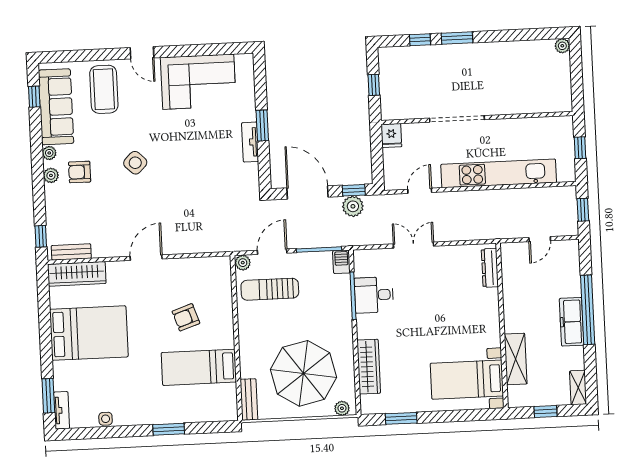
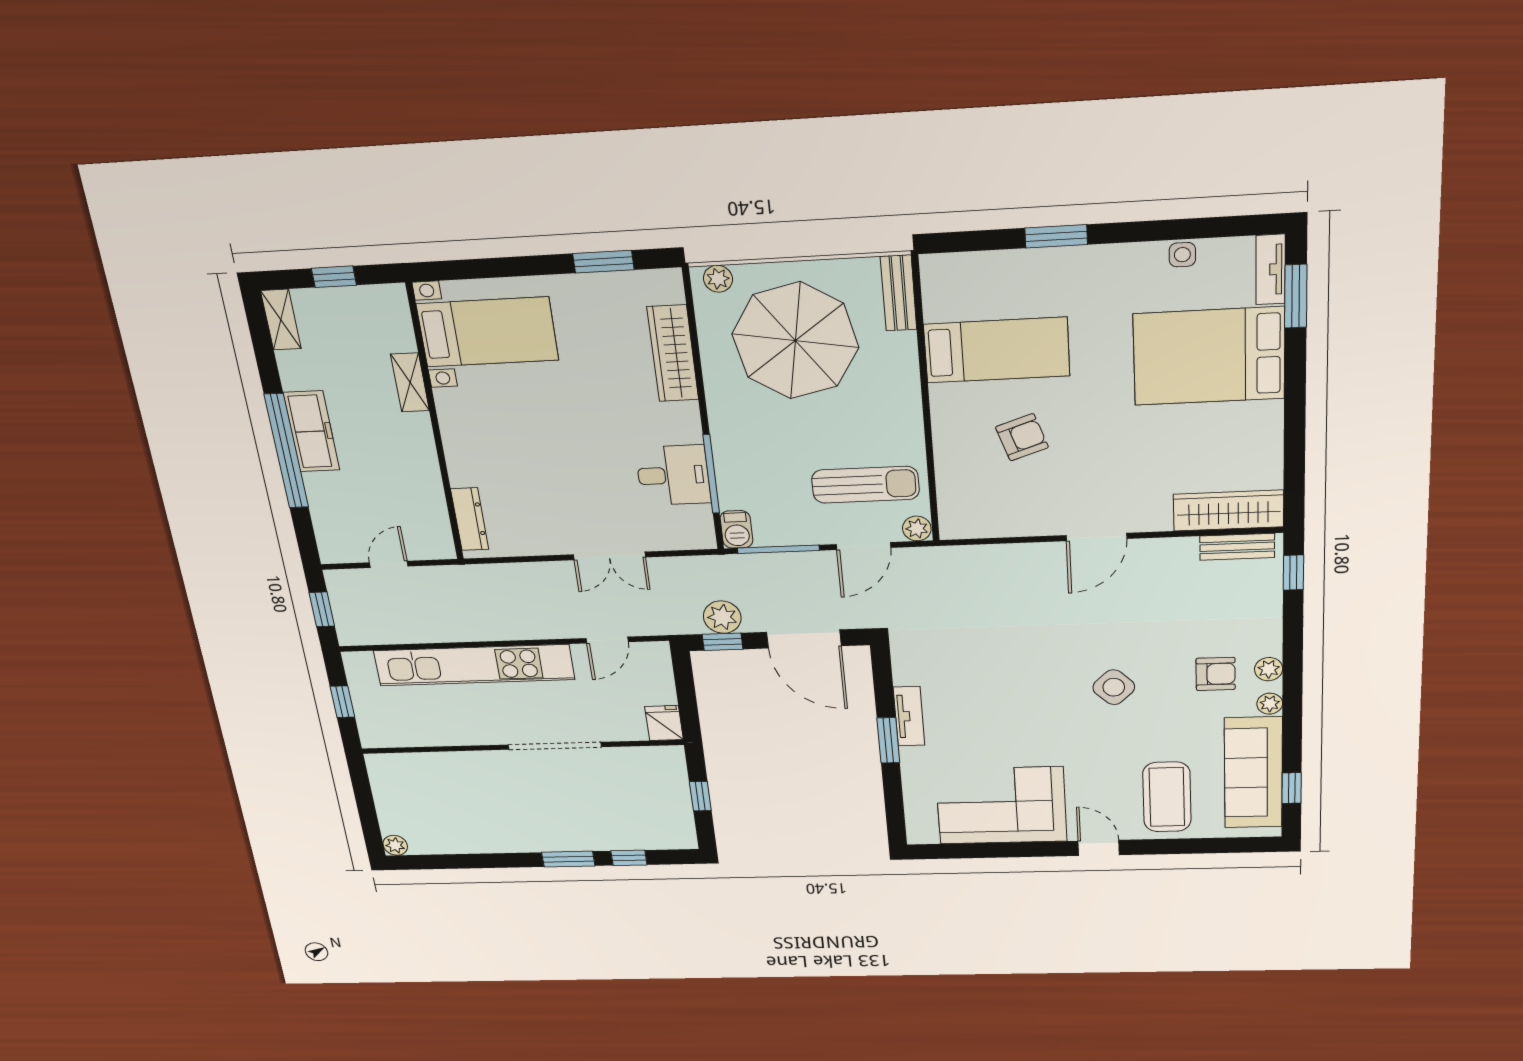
bed: (89, 333) -> (1209, 356), moved
shelving: (516, 359) -> (410, 382), width x0.67, depth x0.75

